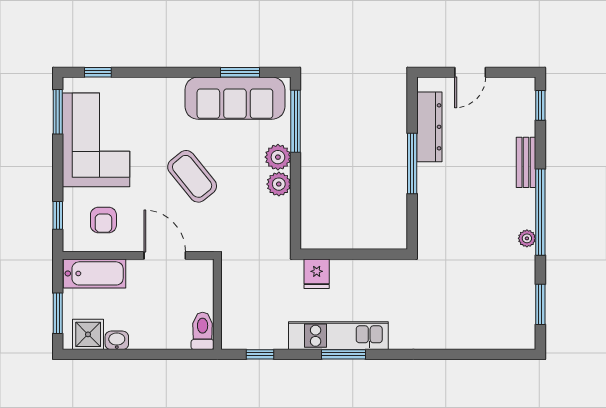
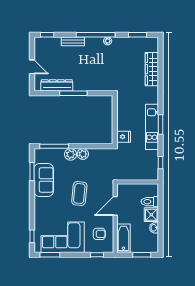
sofa: (235, 98) -> (44, 180), width x0.73
coffee table: (192, 176) -> (79, 194), turned -45
toilet: (203, 331) -> (150, 202), moved
shower: (88, 334) -> (151, 215), moved
wardrobe: (465, 336) -> (152, 69), added

